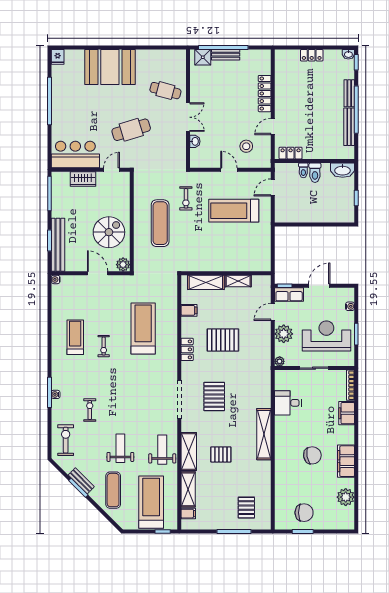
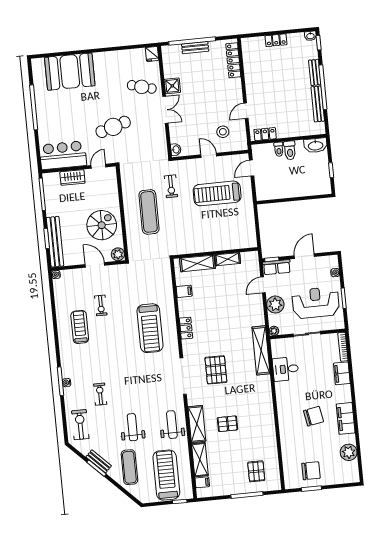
fridge: (58, 57) -> (152, 54), moved
shower: (203, 57) -> (172, 86), moved
booth: (110, 67) -> (70, 72), moved
locker: (265, 94) -> (233, 60), moved
washbasin: (195, 141) -> (176, 150), moved
treadmill: (143, 328) -> (150, 328), moved, turned 180
pallet: (223, 340) -> (219, 316), removed
exercise bike: (104, 346) -> (101, 305), moved
shelving: (264, 434) -> (261, 350), moved

